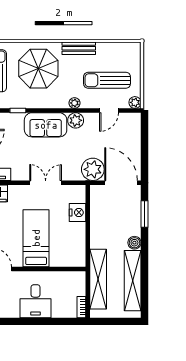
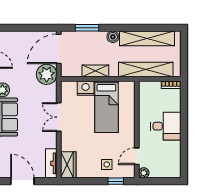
shelving: (97, 223) -> (95, 71), added
bed: (36, 238) -> (106, 107), moved, turned -90

